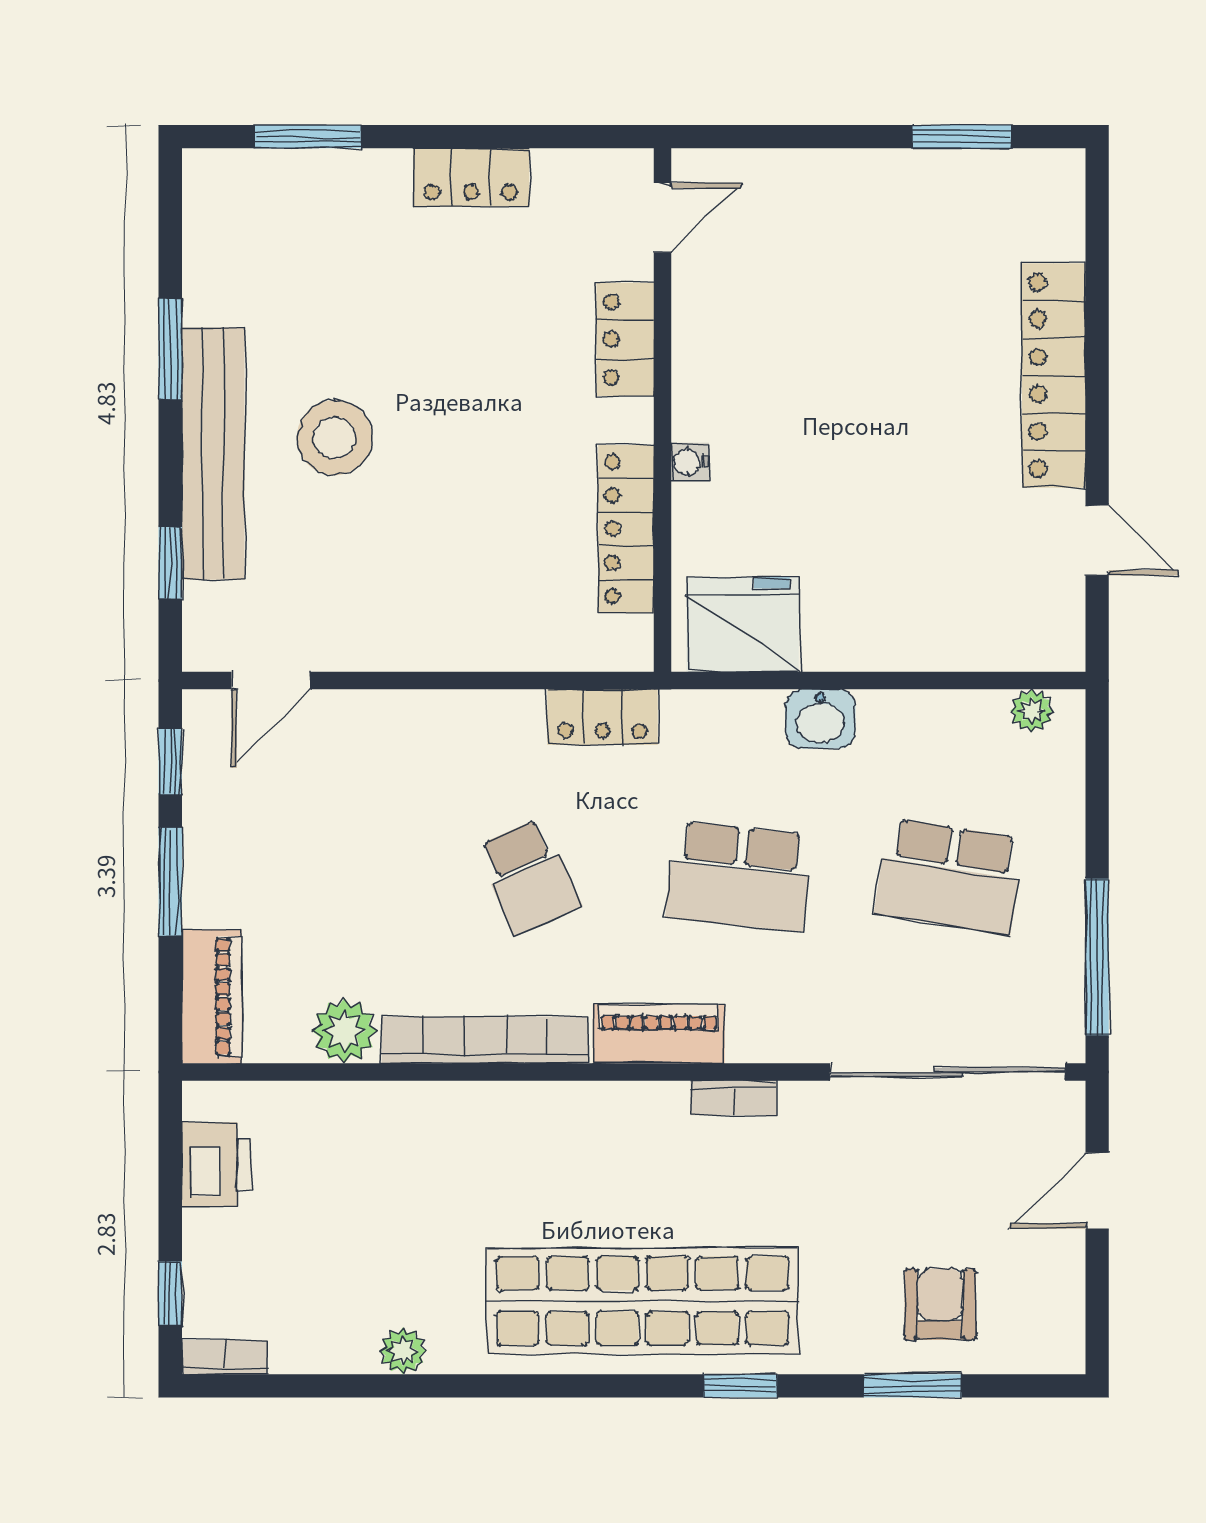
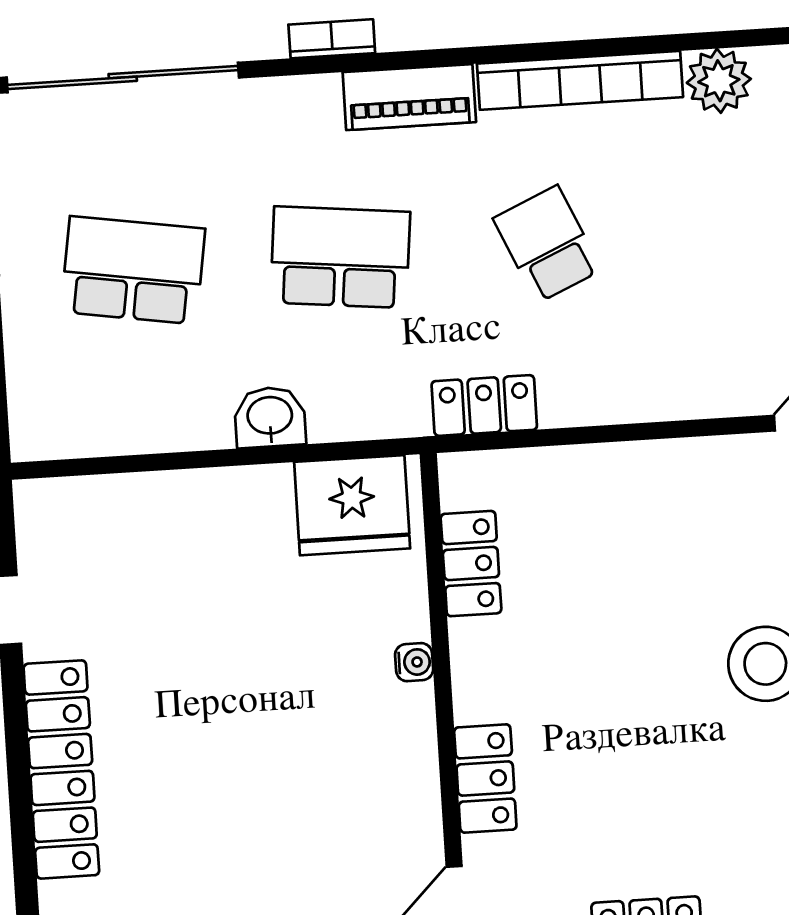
locker: (626, 529) -> (471, 564), width x0.66
plant: (1032, 711) -> (62, 438), removed

